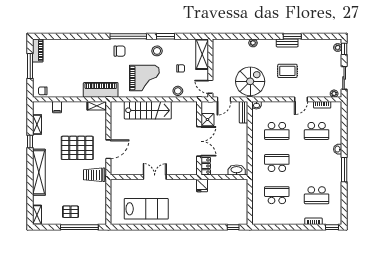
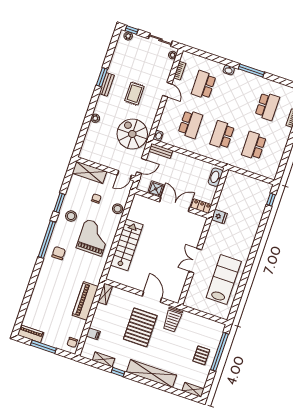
piano: (101, 90) -> (85, 301), moved
door: (224, 99) -> (141, 166), hinge flipped
school desk: (317, 131) -> (204, 85), turned 180

